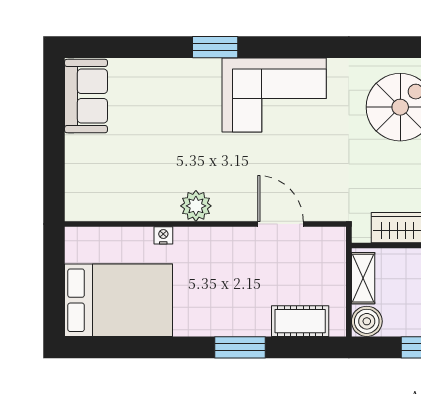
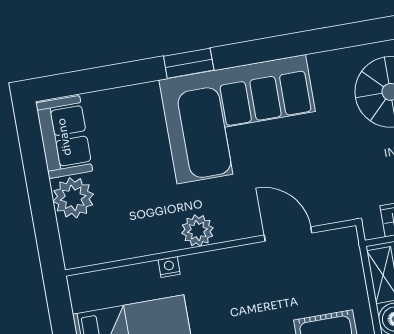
corner sofa: (274, 95) -> (241, 119), width x1.36, depth x1.36
plant: (84, 155) -> (73, 198), added

